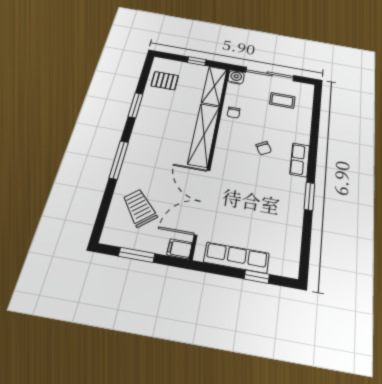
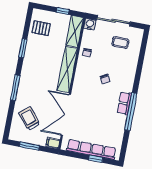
row of seats: (300, 160) -> (124, 103), moved
window: (309, 196) -> (131, 112), width x2.11
row of seats: (236, 258) -> (91, 149), width x1.36

